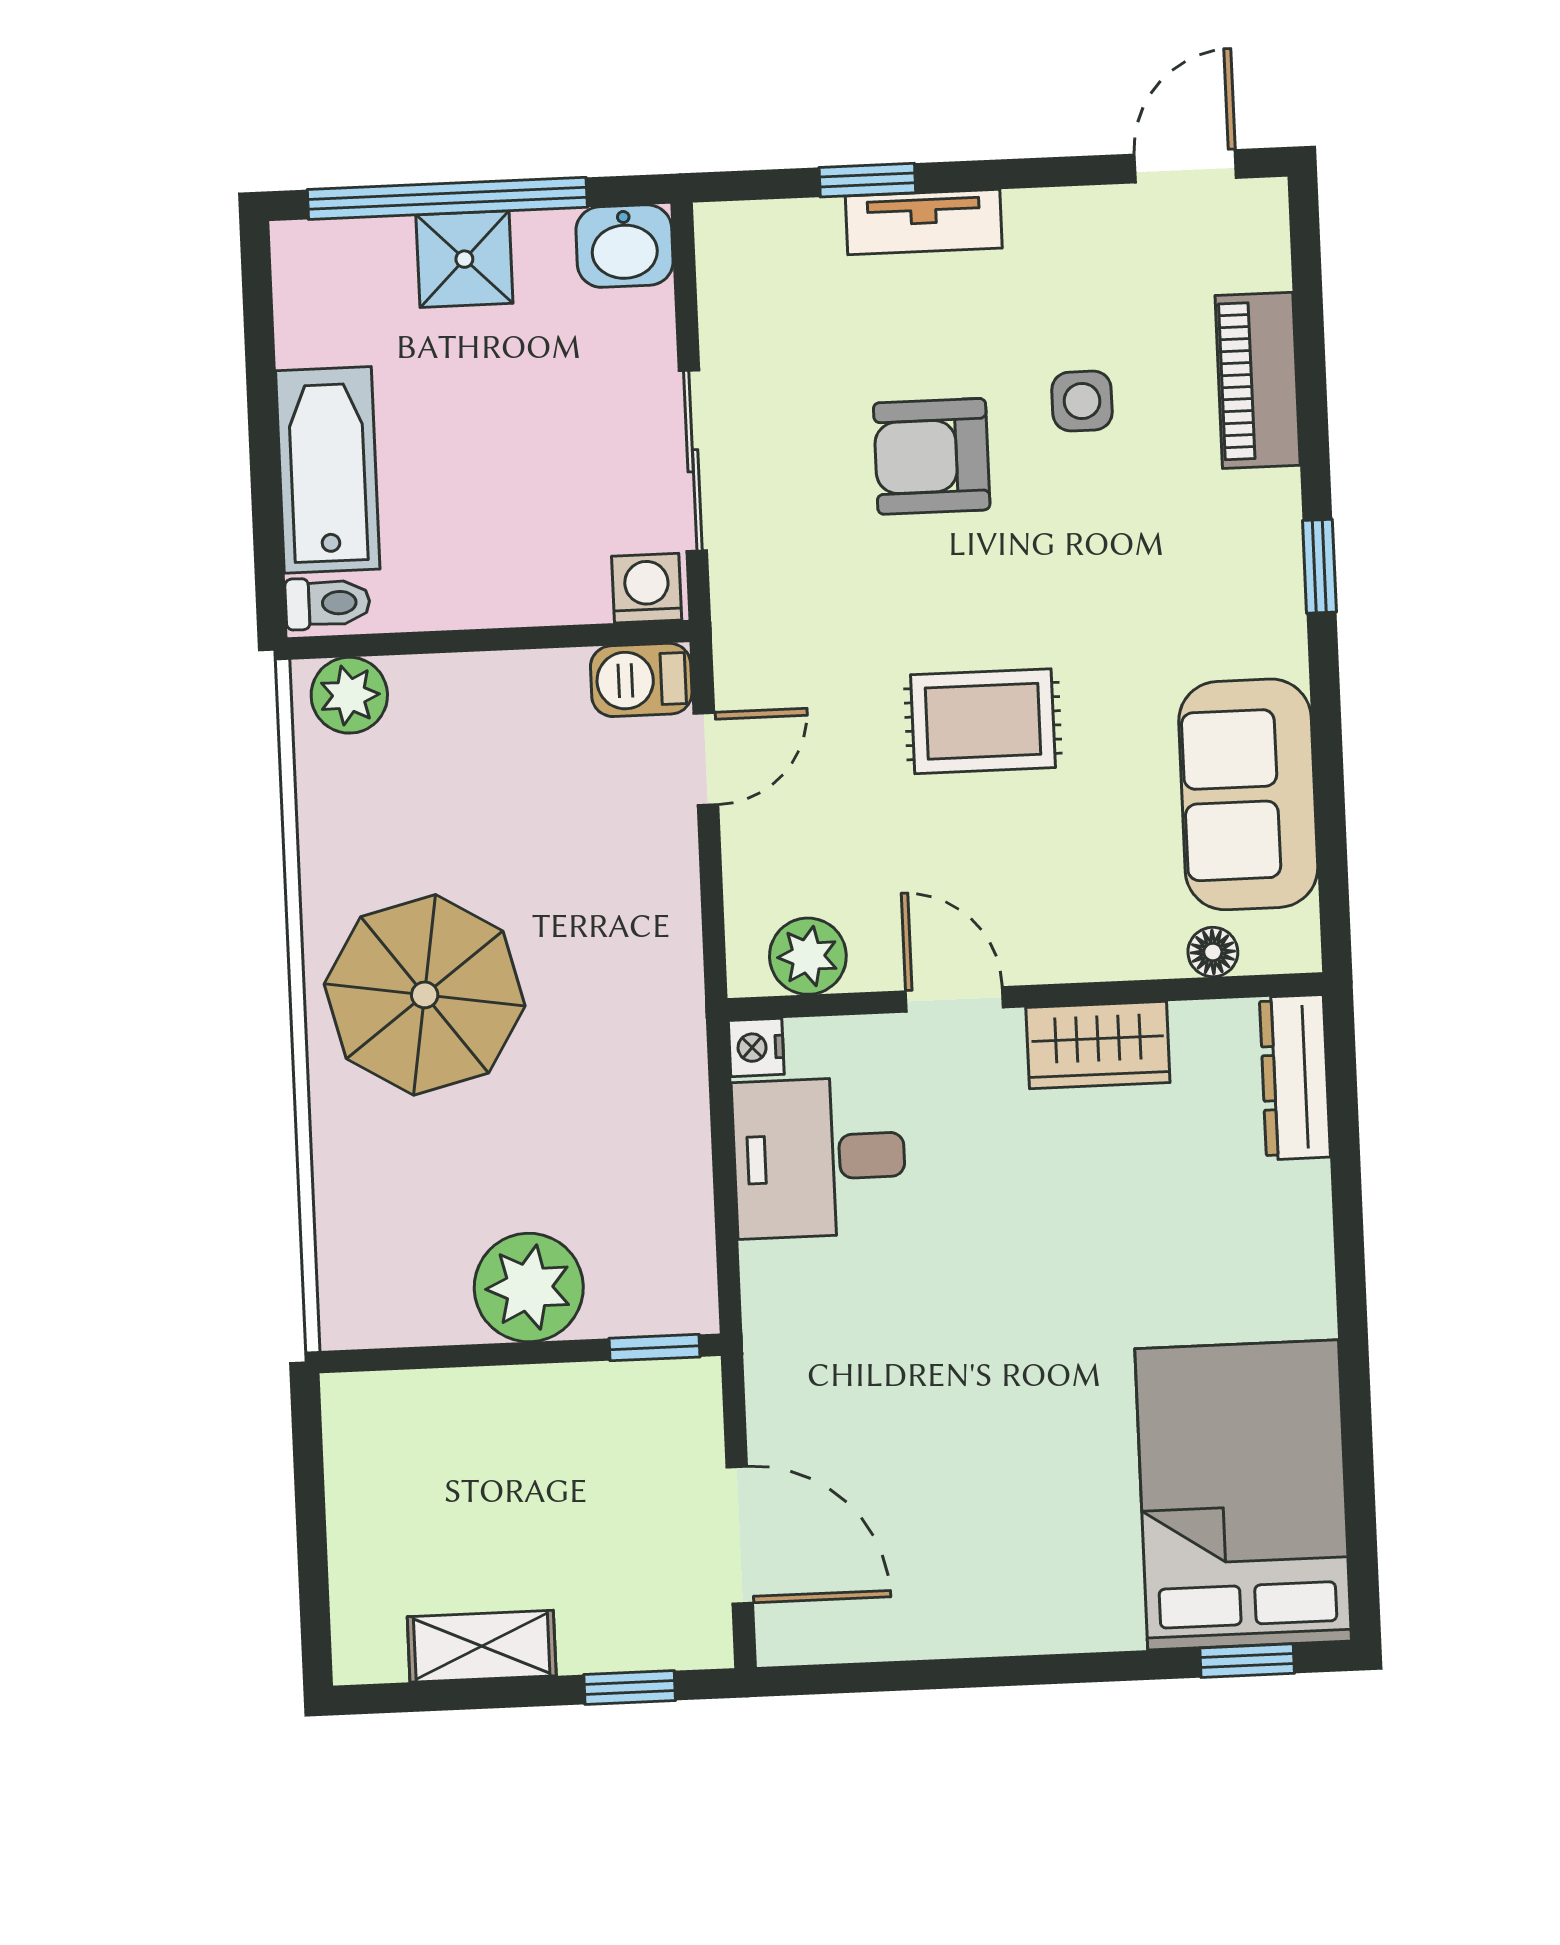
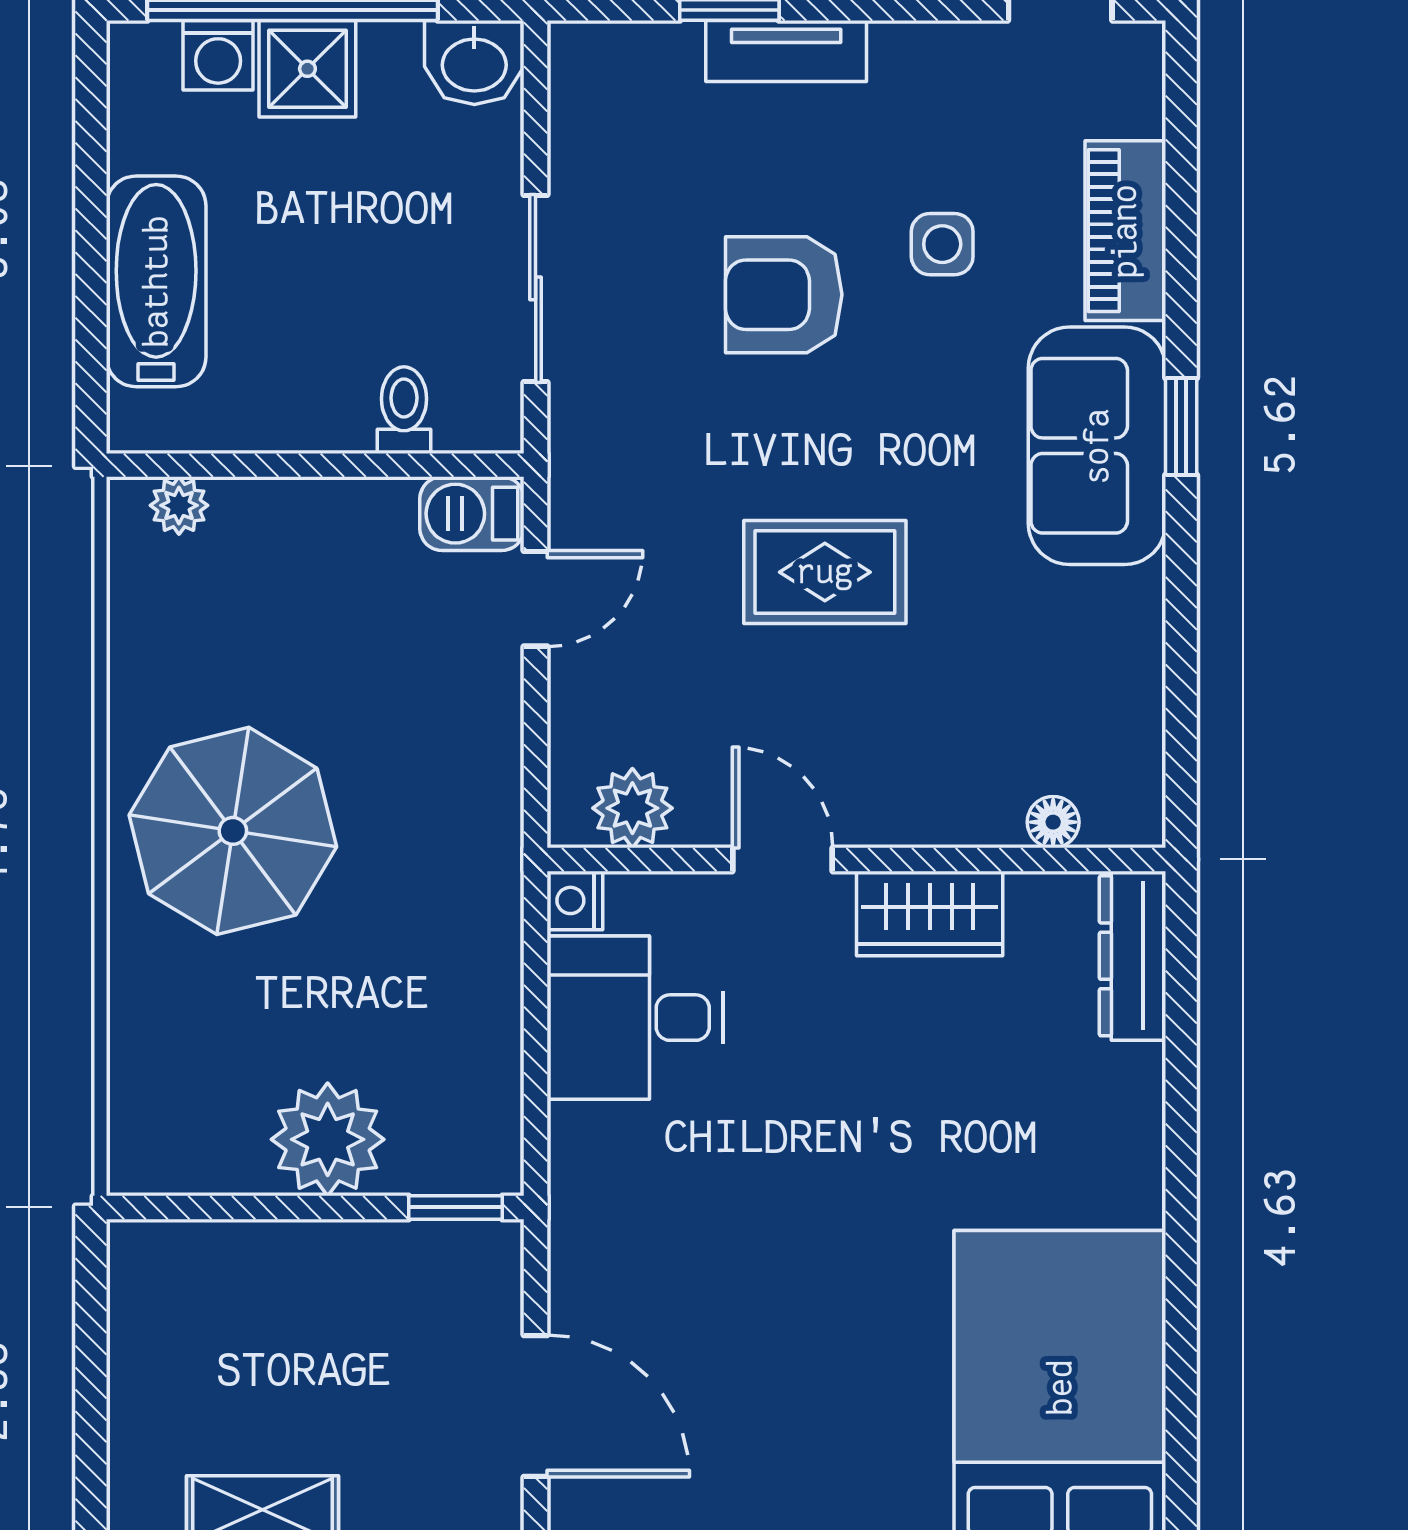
washing machine: (647, 588) -> (218, 55), moved, turned 180
toilet: (328, 603) -> (404, 410), moved, turned -90
plant: (349, 695) -> (179, 505), width x0.73, depth x0.73
sofa: (1248, 794) -> (1097, 446), moved

